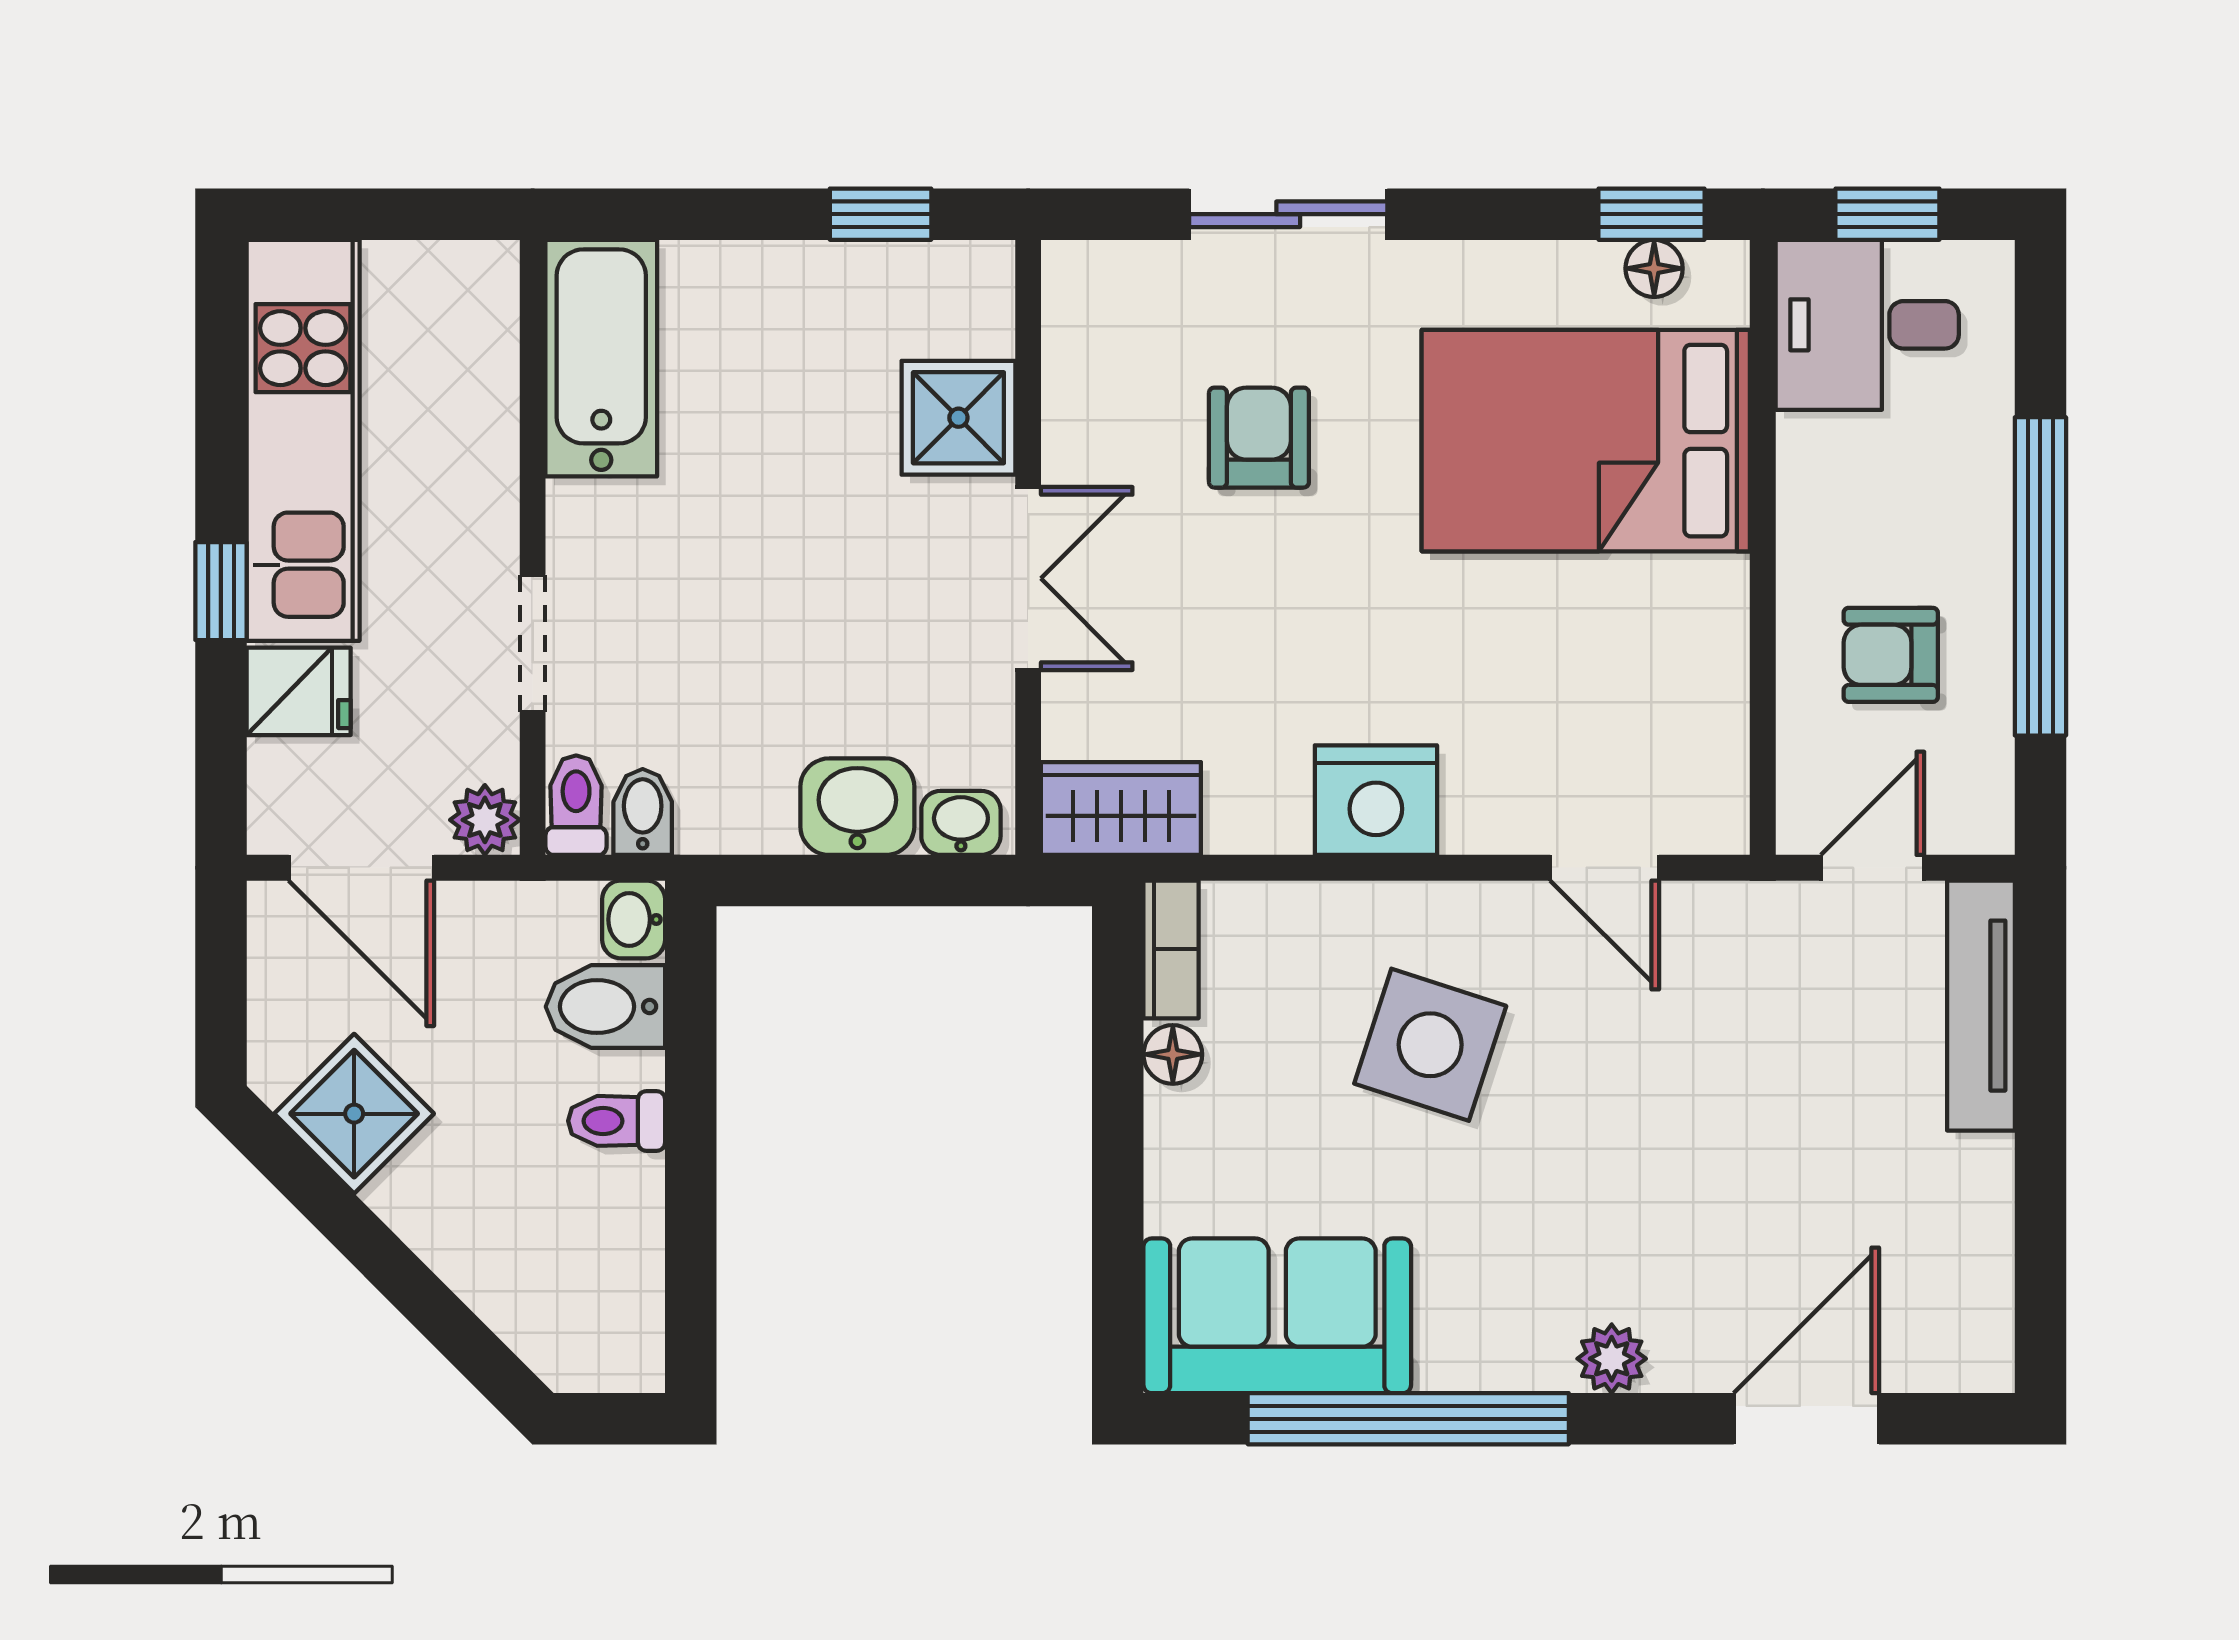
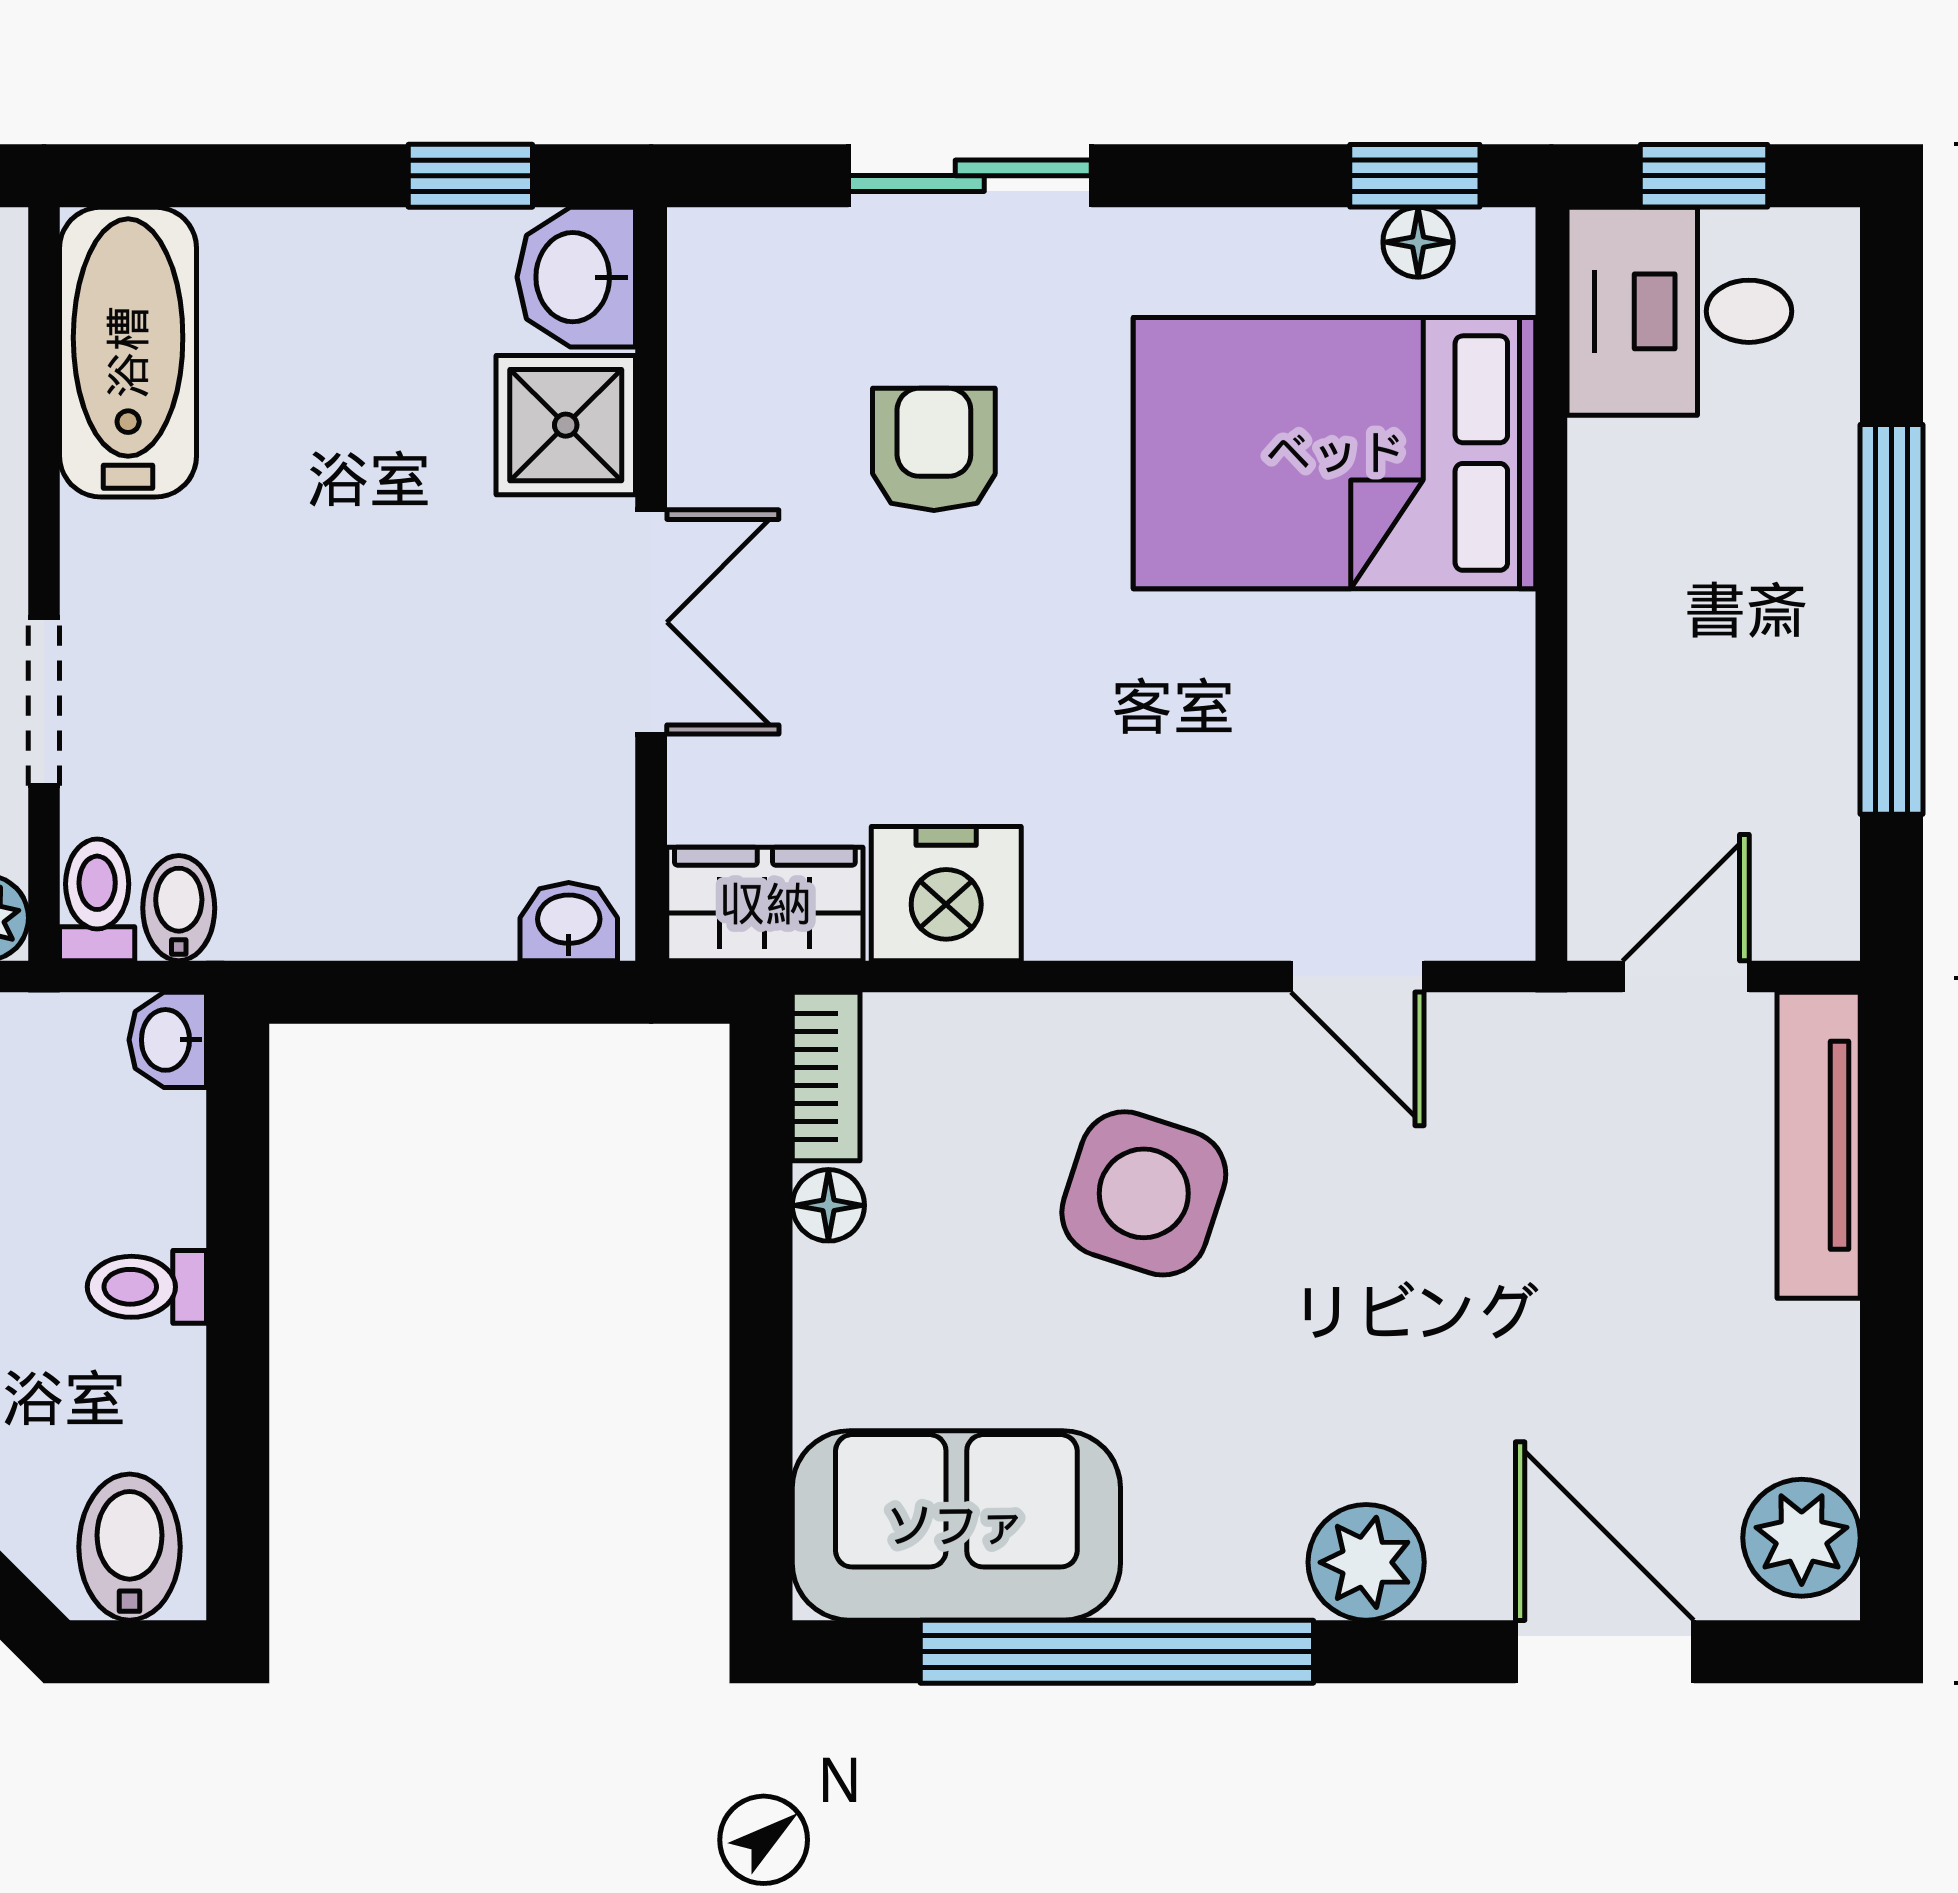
armchair: (1891, 655) -> (1708, 716), removed
nightstand: (1376, 800) -> (946, 894), moved
washbasin: (857, 807) -> (576, 277), moved, turned -90
bidet: (605, 1007) -> (130, 1547), moved, turned 90
plant: (1967, 1326) -> (1802, 1538), added
plant: (1612, 1359) -> (1366, 1562), width x1.38, depth x1.38
door: (1806, 1419) -> (1605, 1652), hinge flipped

